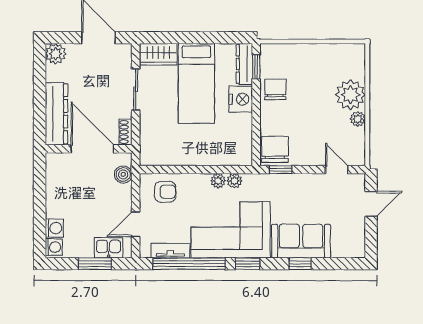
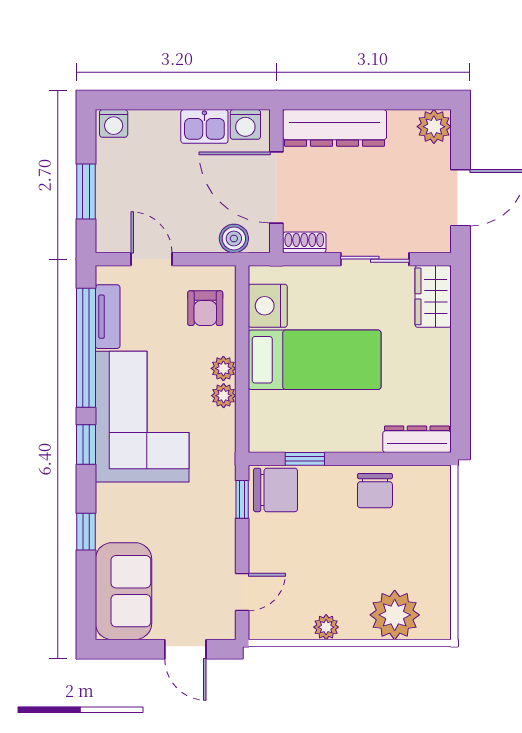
window: (256, 67) -> (305, 459), moved
bed: (196, 83) -> (315, 360), moved, turned 180
chair: (275, 89) -> (375, 491), turned 90
plant: (350, 95) -> (395, 615), moved
nightstand: (241, 99) -> (268, 306), moved, turned 90
door: (92, 149) -> (276, 188), swing flipped
plant: (234, 181) -> (223, 368), moved
washing machine: (54, 228) -> (245, 124), moved
sofa: (301, 241) -> (124, 591), moved
kitchen sink: (109, 248) -> (204, 126), moved, turned 90

